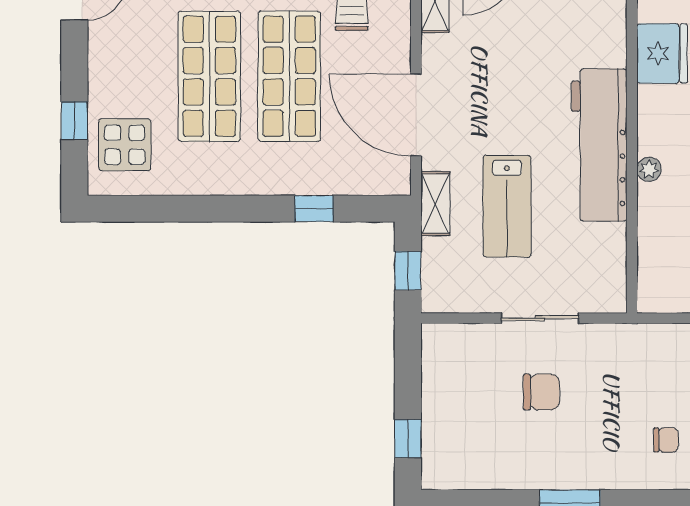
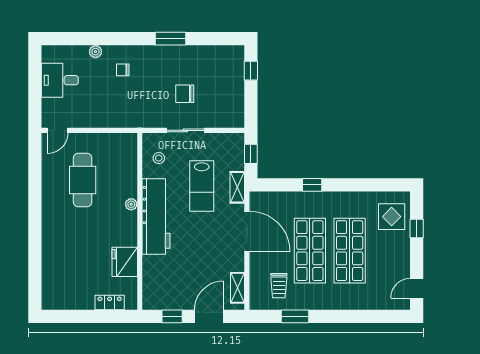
lab bench: (507, 206) -> (202, 186), turned 180
window: (314, 209) -> (312, 185), moved
stool: (593, 263) -> (159, 158), added

